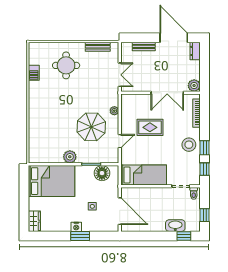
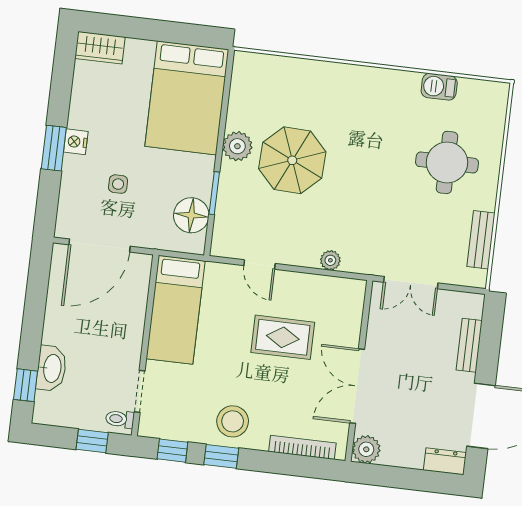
parasol: (91, 127) -> (292, 160), moved
rug: (150, 127) -> (283, 337), turned 90
window: (205, 215) -> (92, 441), moved

